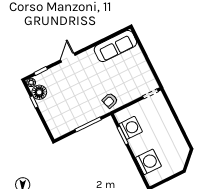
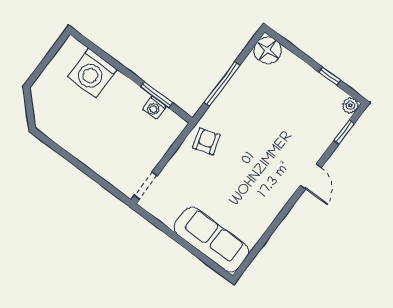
sofa: (115, 46) -> (211, 239), moved, turned 90
floor lamp: (39, 92) -> (268, 50), moved
washing machine: (131, 128) -> (154, 108), width x0.53, depth x0.53

